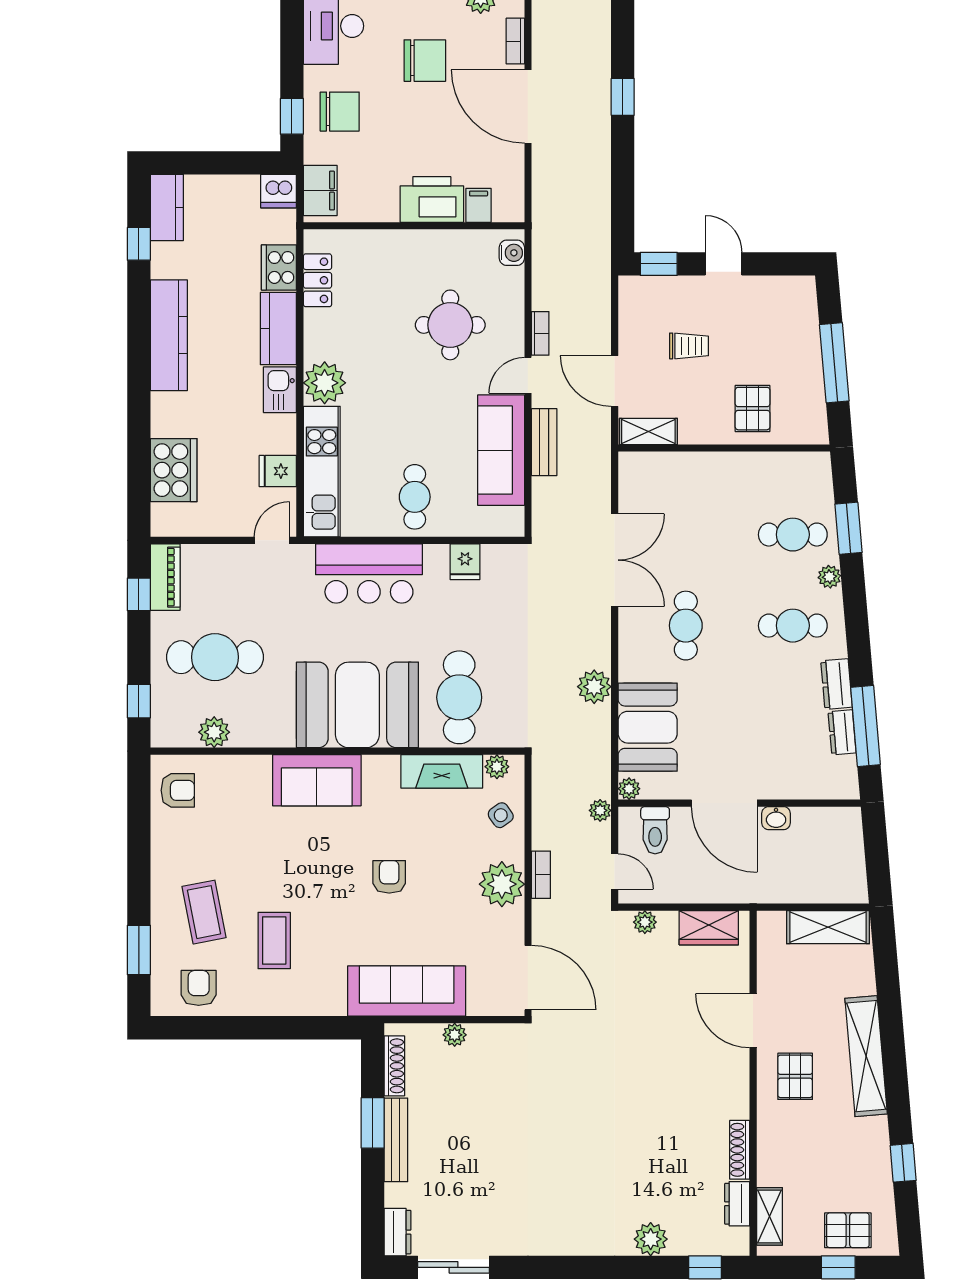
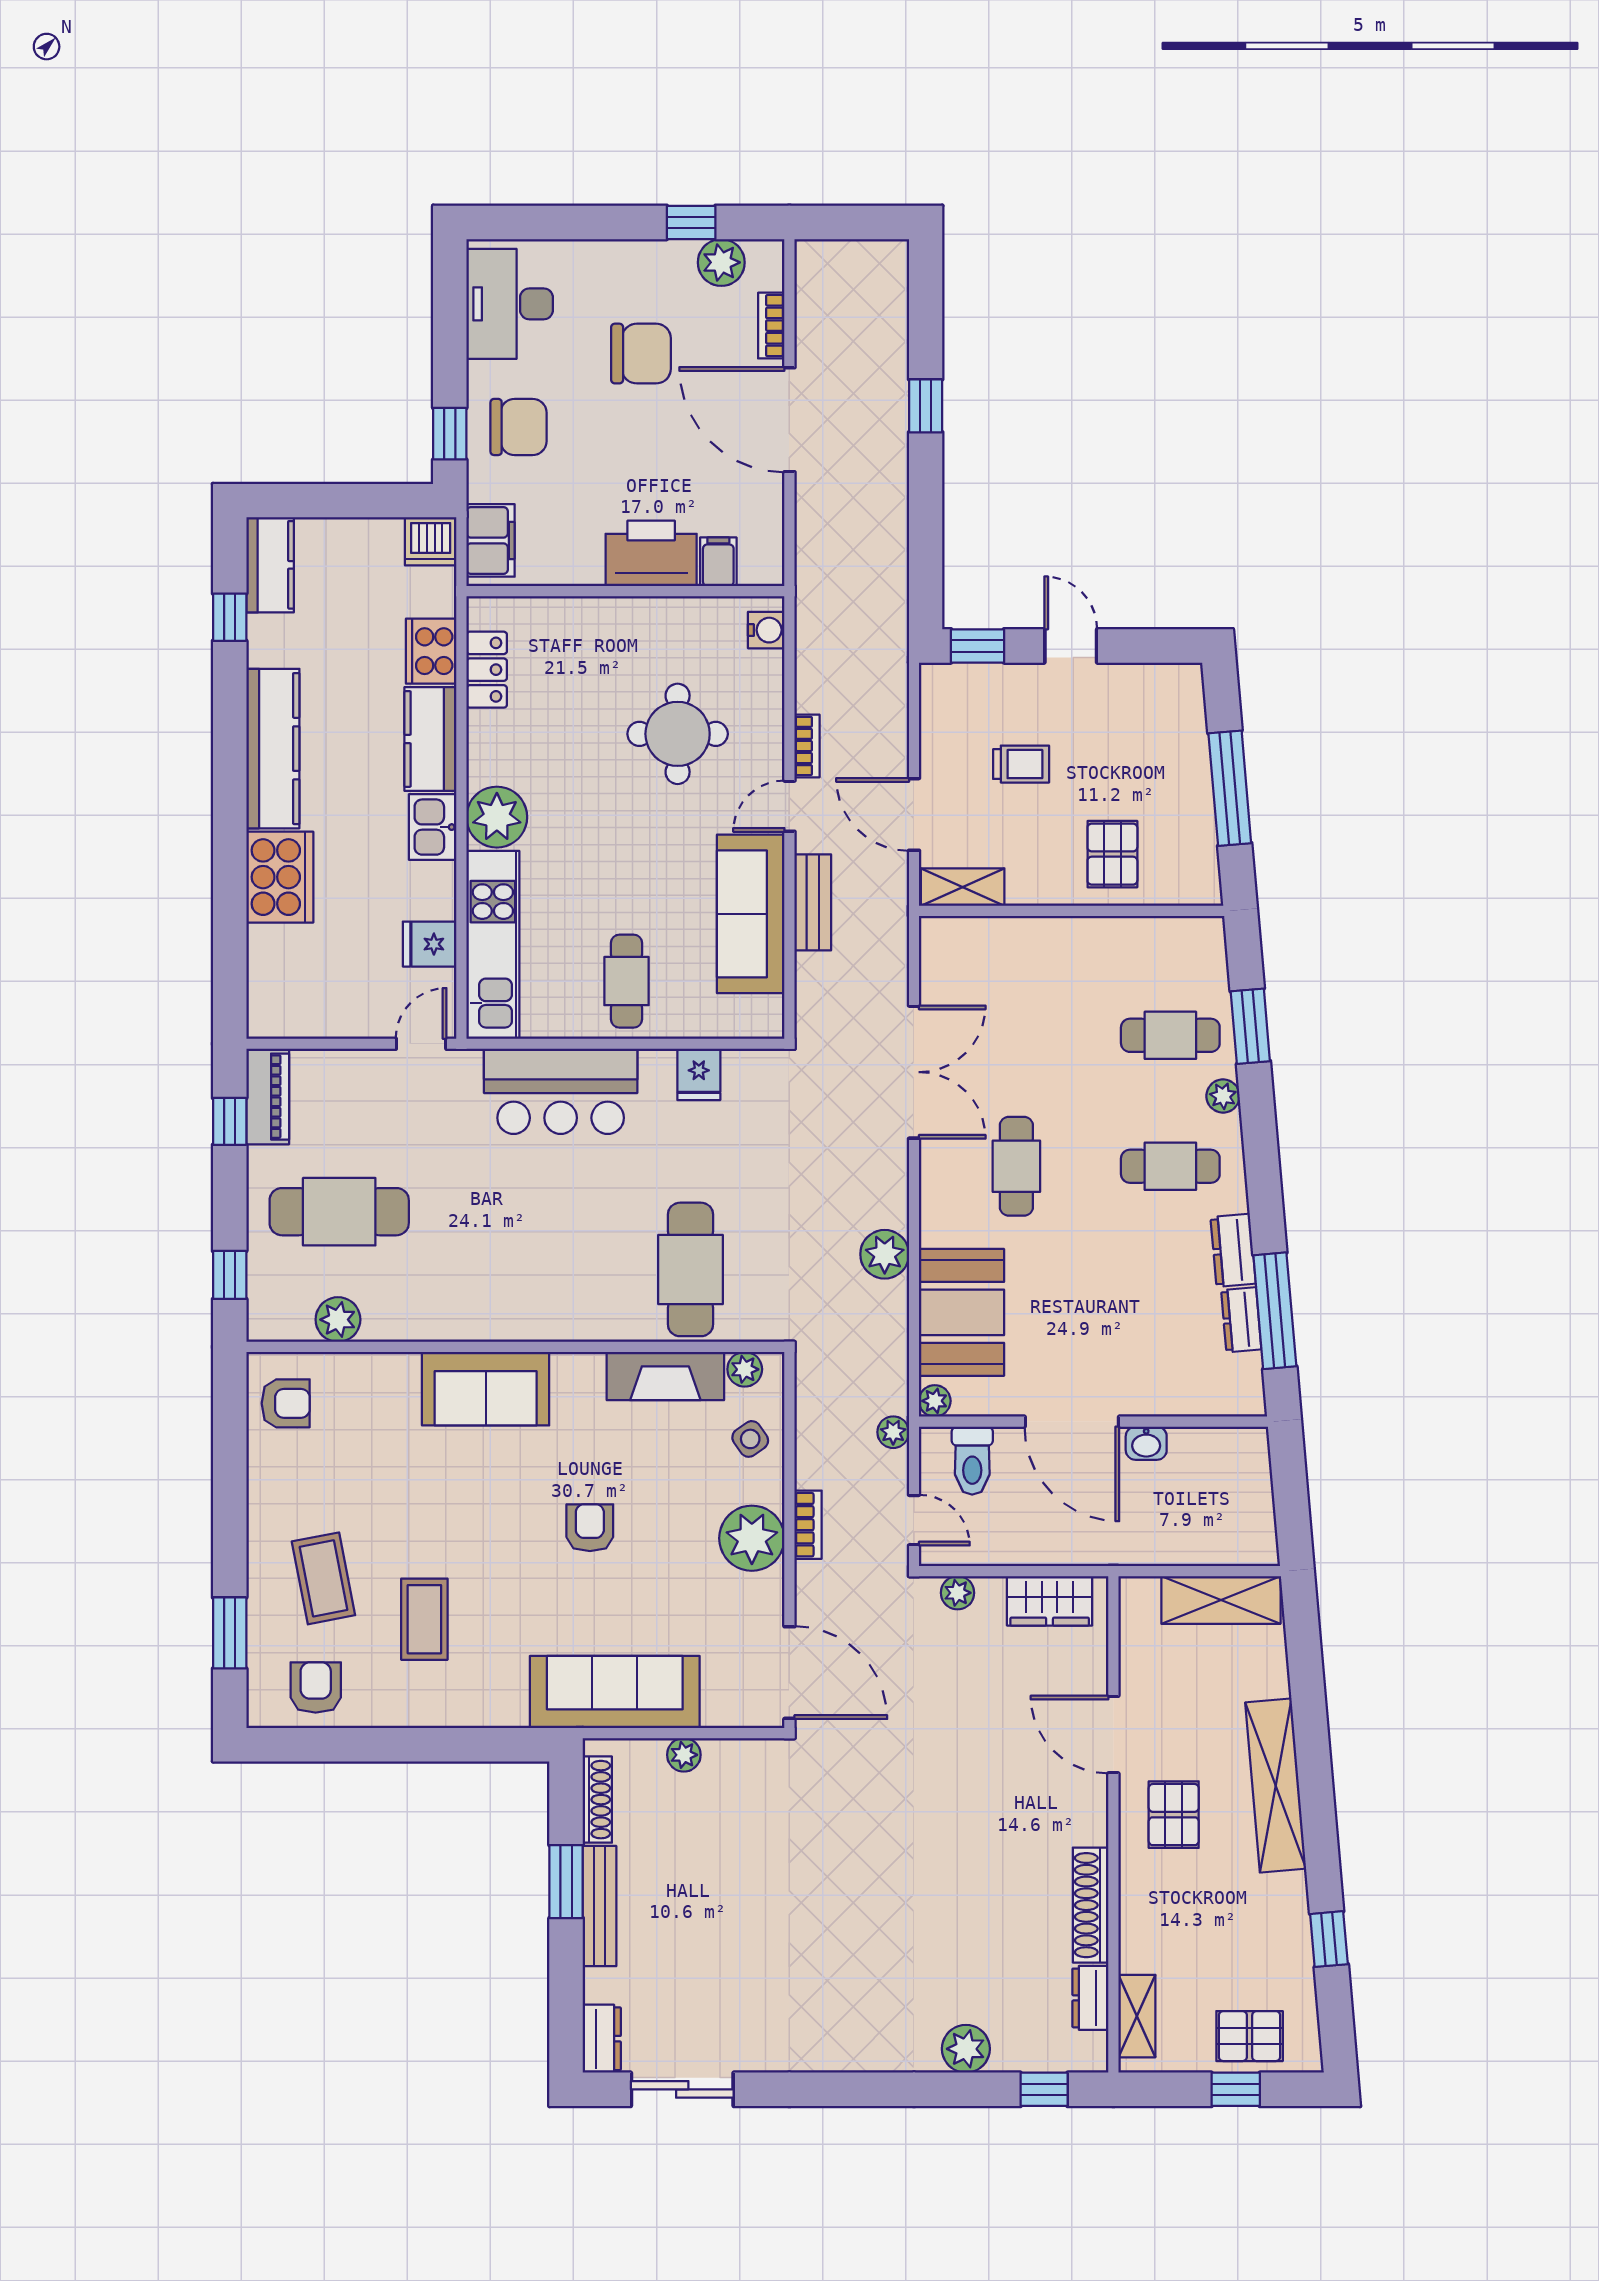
cooker: (174, 470) -> (280, 877), moved
booth: (357, 705) -> (544, 1280), removed
shoe rack: (740, 1150) -> (1091, 1905), width x1.36, depth x1.24

